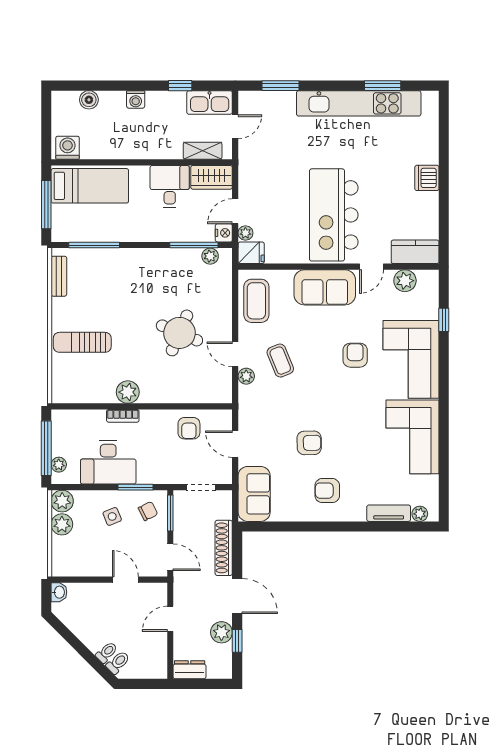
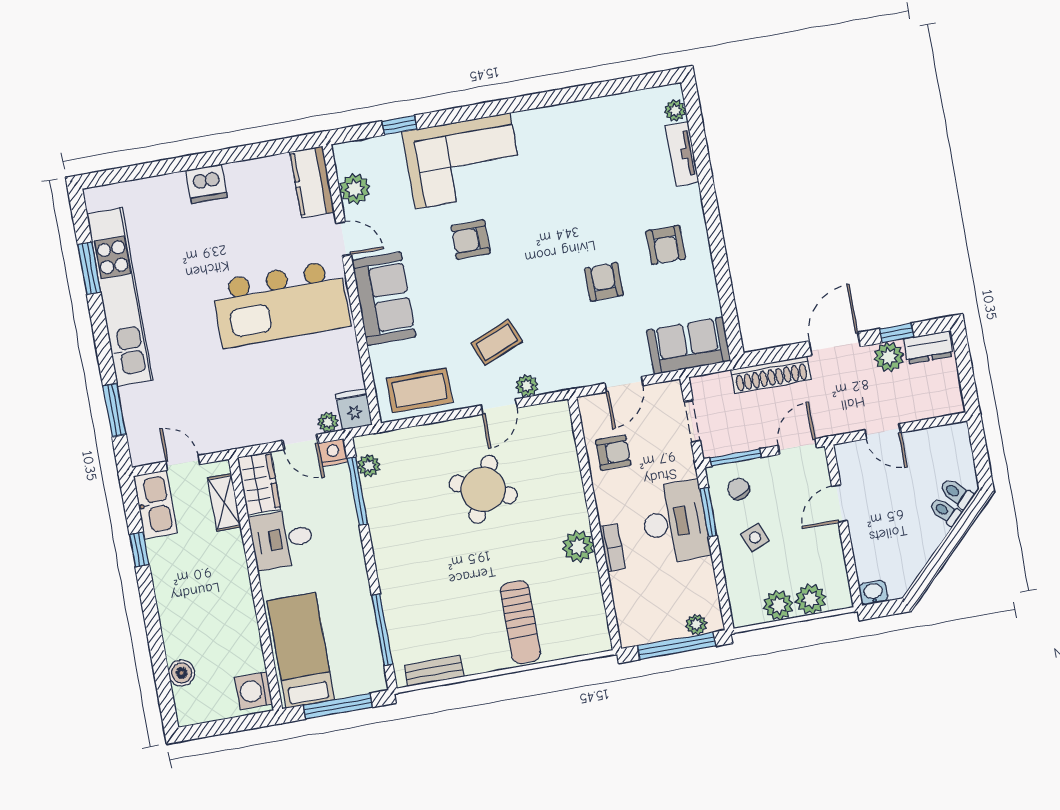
washing machine: (136, 99) -> (170, 608), removed
corner sofa: (412, 437) -> (570, 140), removed
desk: (108, 462) -> (675, 522), moved
plant: (62, 501) -> (811, 599), moved
dresser: (190, 670) -> (928, 348), moved, turned -90

